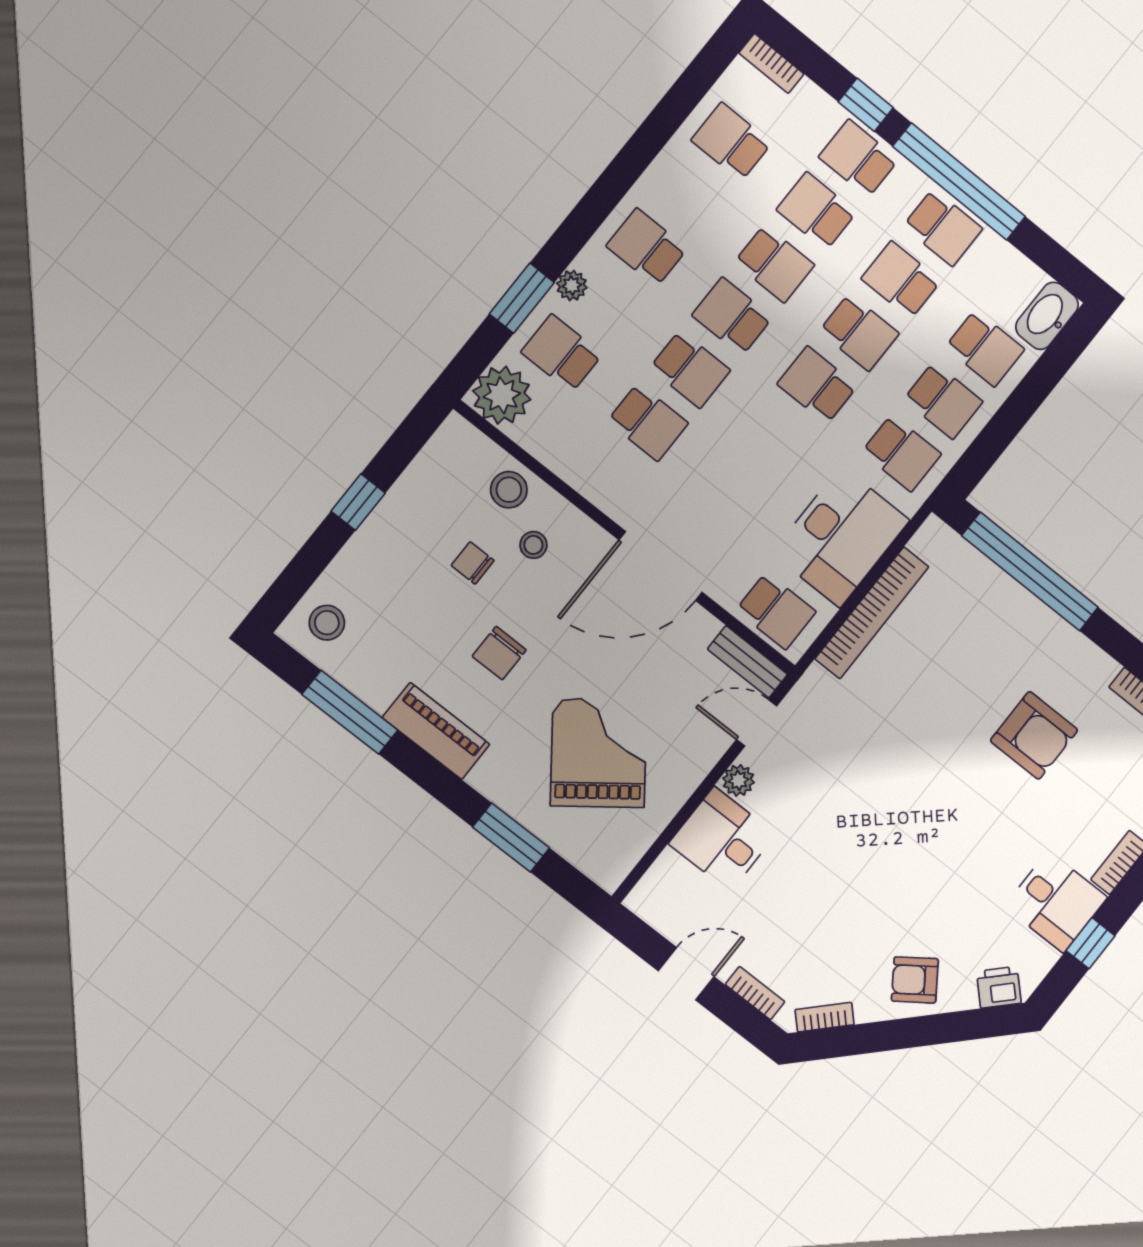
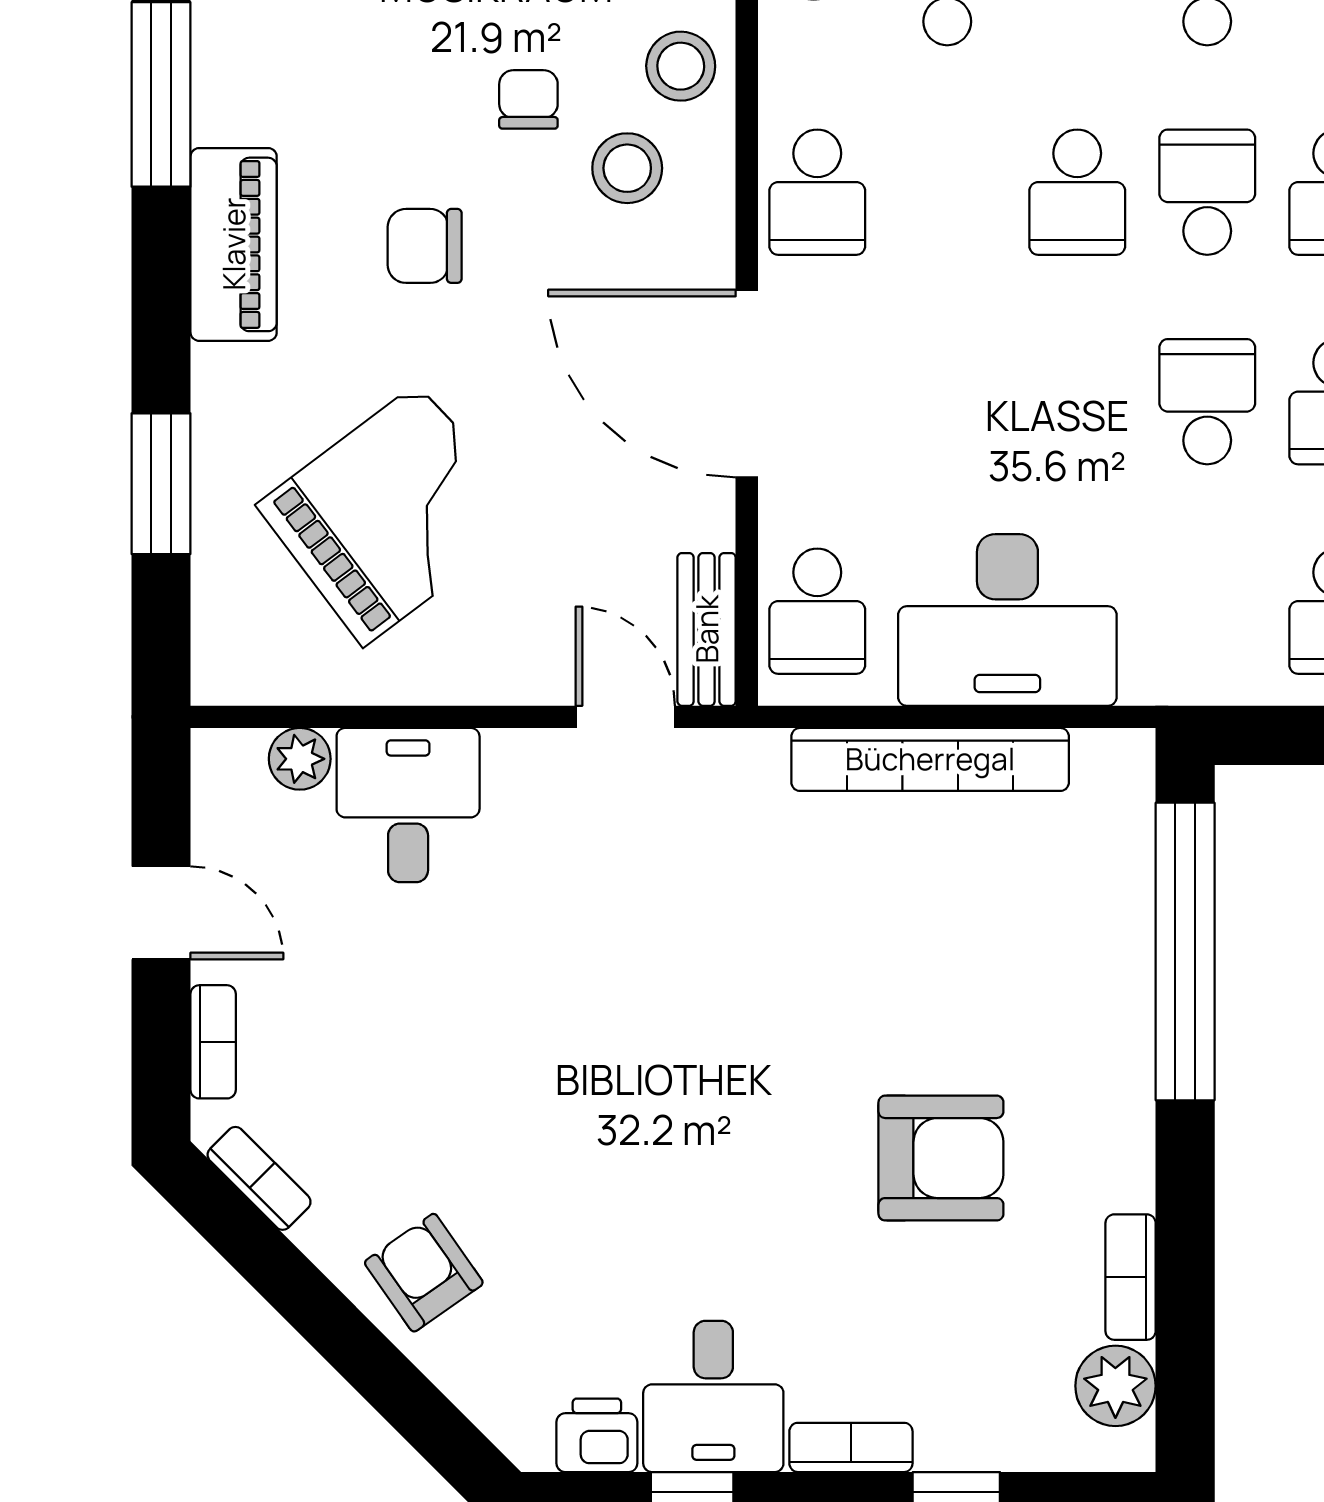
school desk: (648, 422) -> (817, 192), moved
school desk: (901, 453) -> (1207, 611), removed
stool: (533, 545) -> (627, 168), width x1.37, depth x1.37
armchair: (1034, 735) -> (941, 1158), turned -90
plant: (738, 780) -> (300, 759), moved
printer: (999, 987) -> (597, 1435), moved, turned -45

